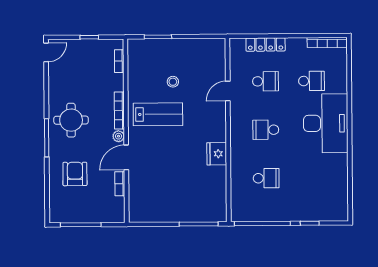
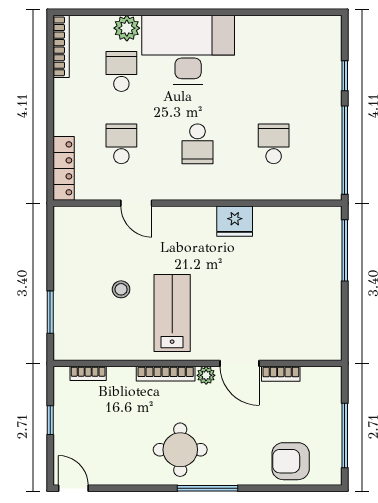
locker: (266, 45) -> (64, 168), moved
plant: (339, 84) -> (127, 28), added
armchair: (75, 174) -> (291, 461), moved

